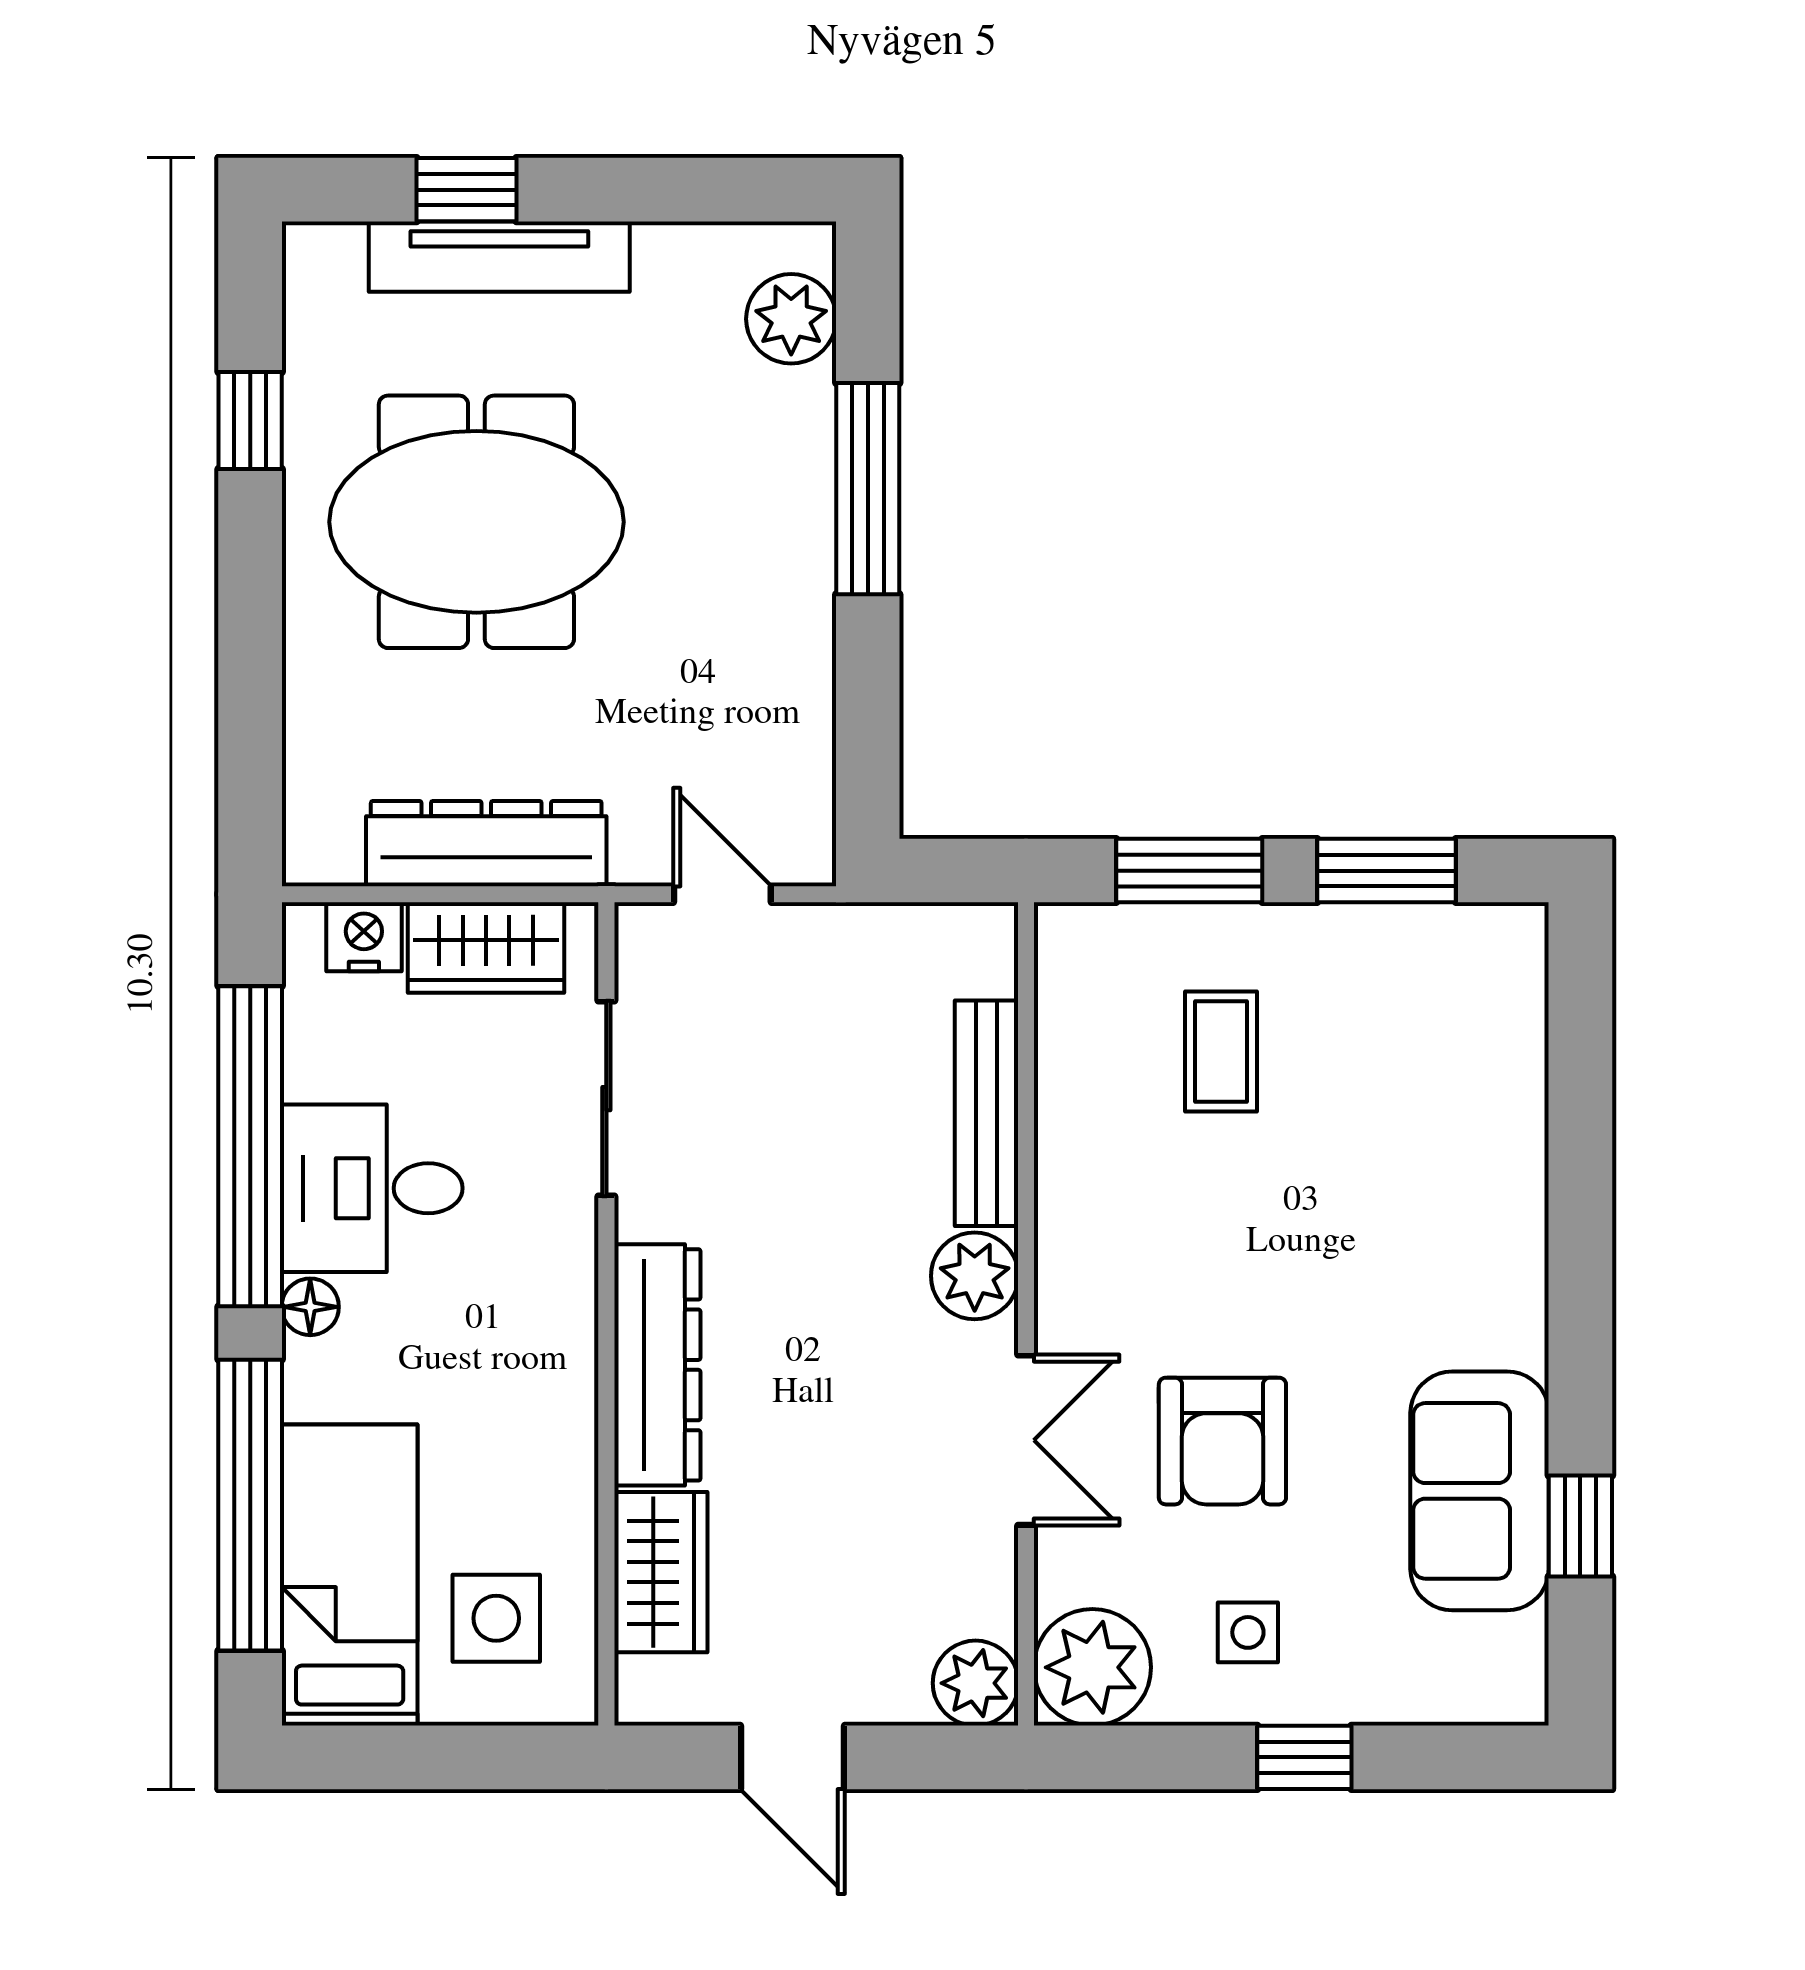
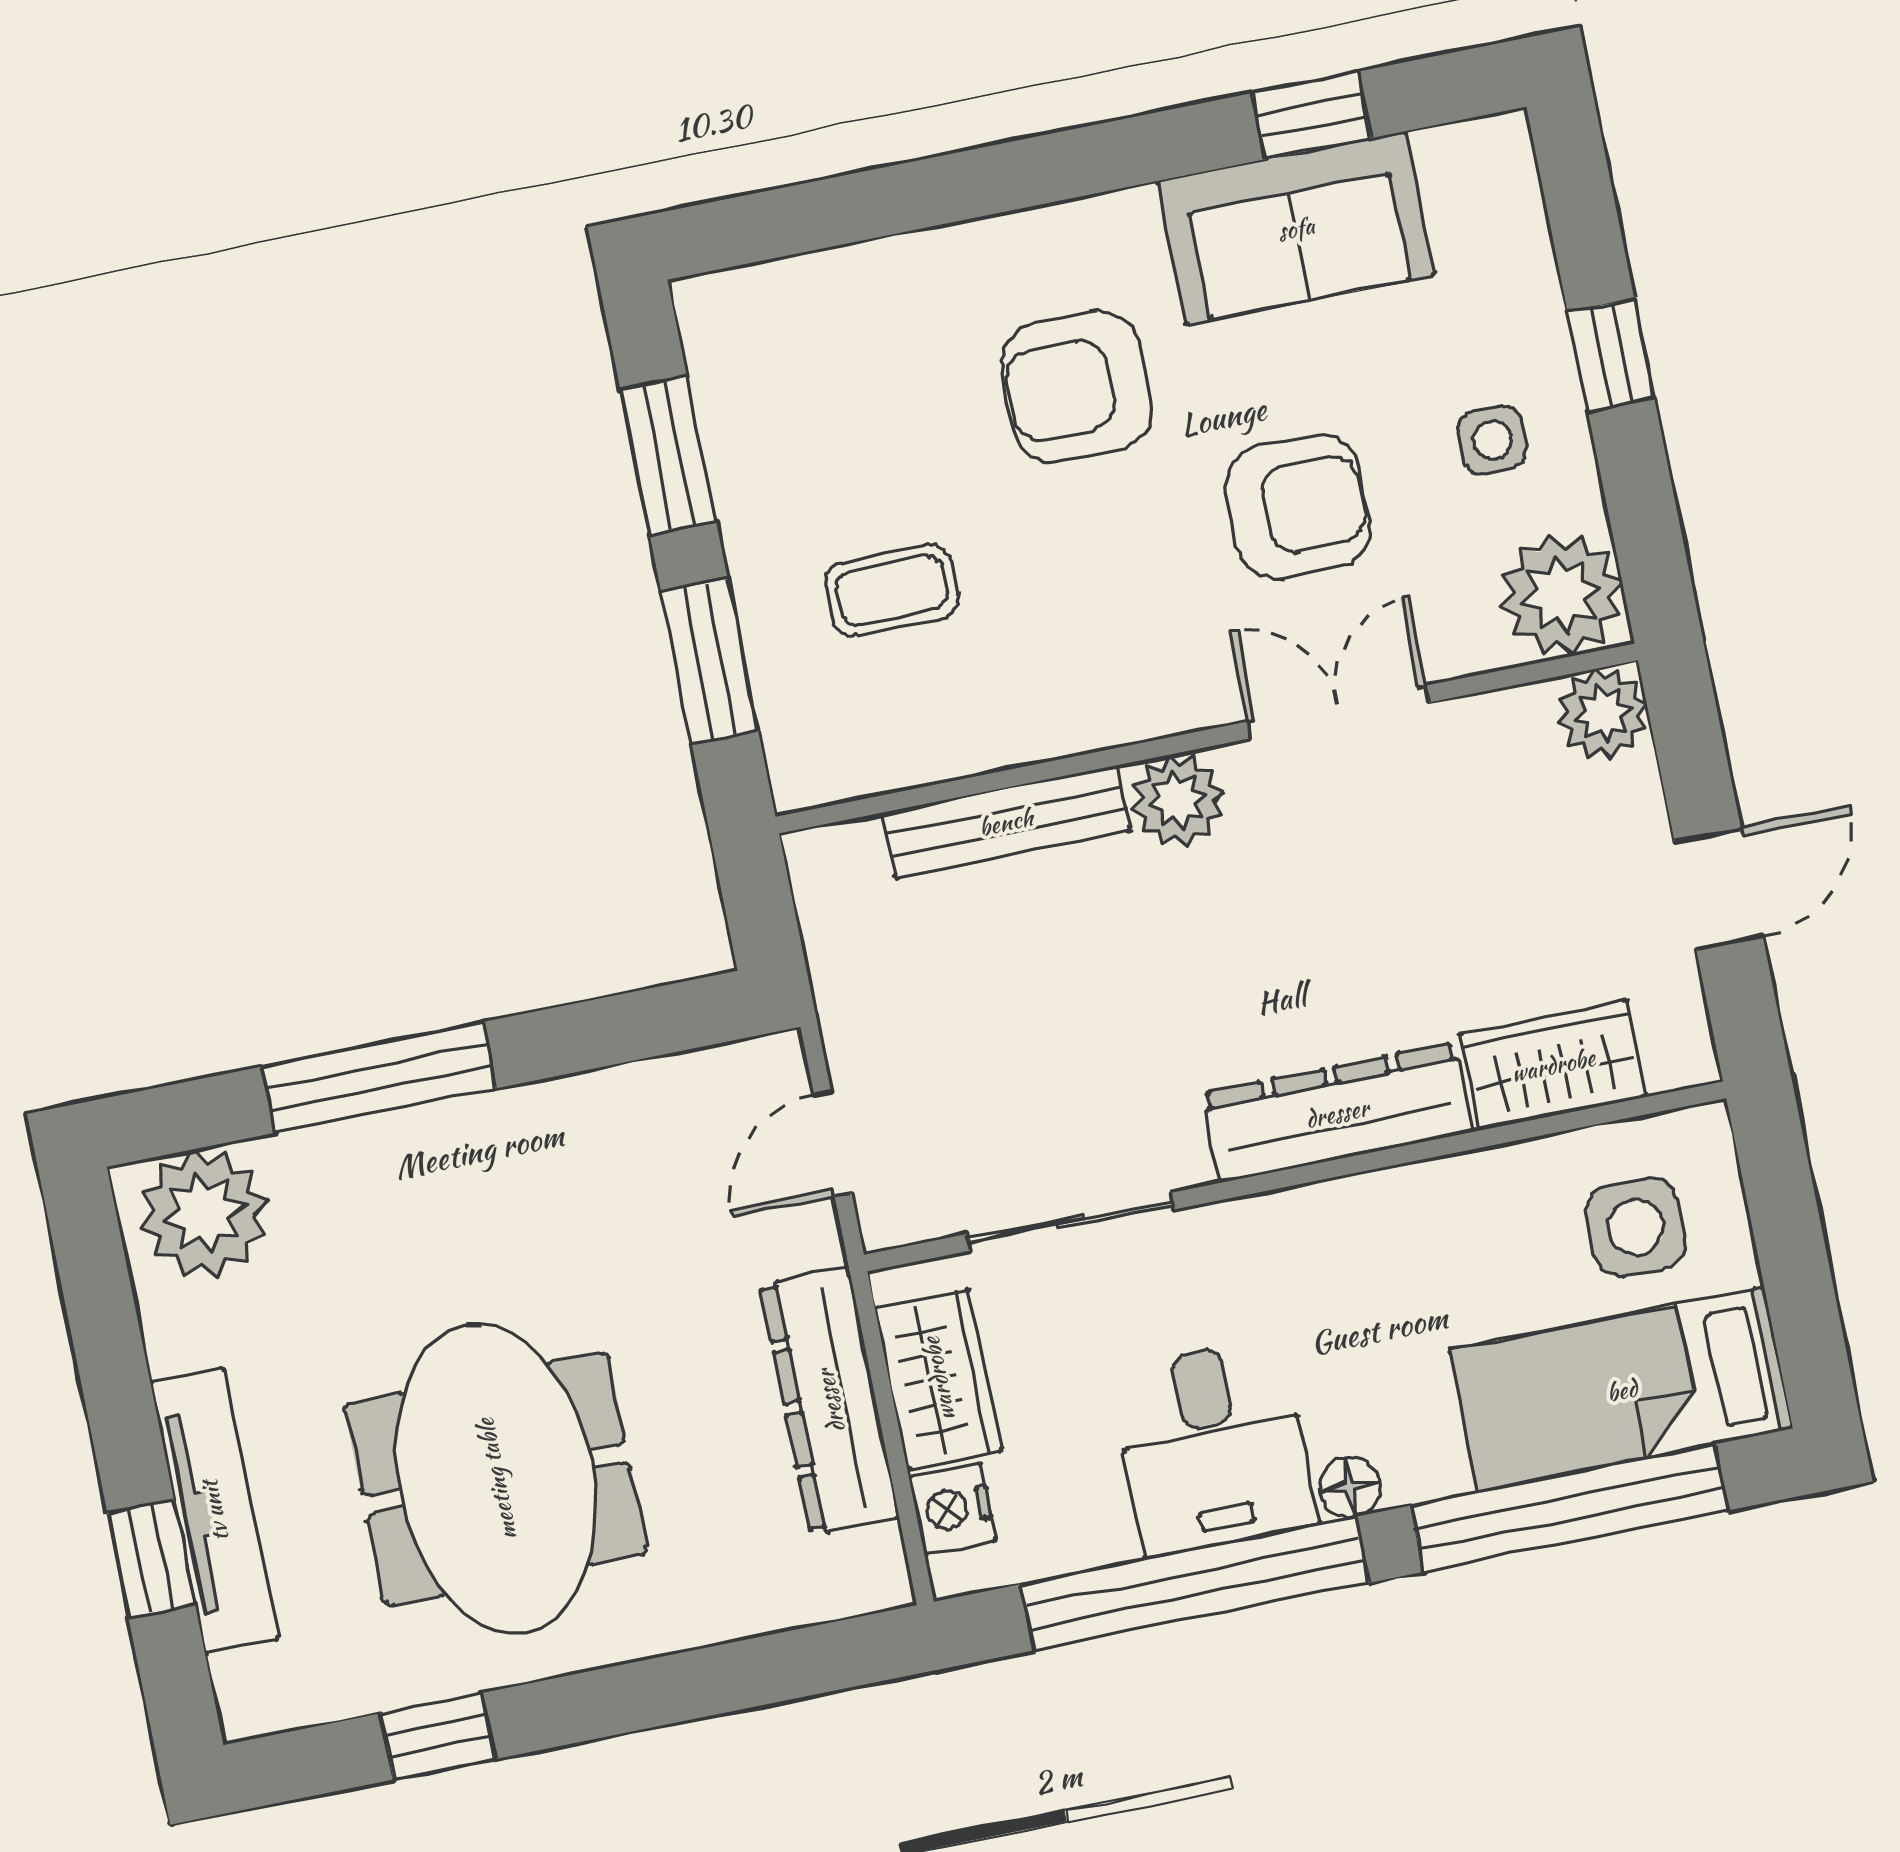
plant: (791, 319) -> (204, 1214), width x1.36, depth x1.36
armchair: (1374, 1259) -> (1076, 387), added

